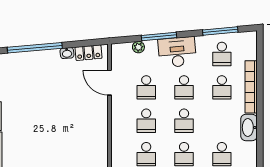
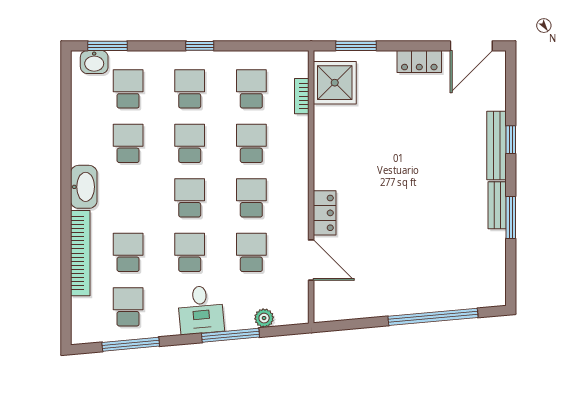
desk: (177, 52) -> (201, 310), width x0.73
washbasin: (67, 53) -> (381, 308), removed
locker: (88, 53) -> (325, 213), moved, turned 95

